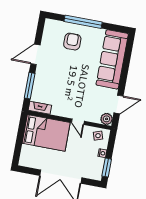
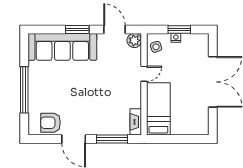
armchair: (72, 42) -> (51, 123), moved
window: (124, 74) -> (77, 29), added
bed: (46, 133) -> (158, 109), width x0.67
window: (107, 168) -> (179, 29), moved

